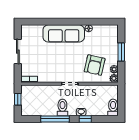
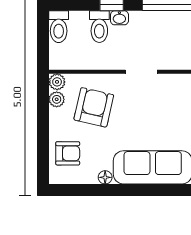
armchair: (108, 41) -> (68, 153), added
window: (121, 52) -> (43, 132), removed
toilet: (62, 107) -> (99, 27), moved

